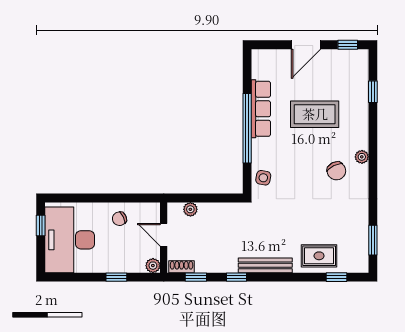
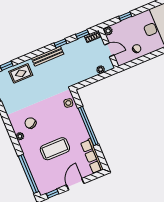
window: (373, 92) -> (29, 174), width x3.17
row of seats: (261, 109) -> (92, 156), moved

